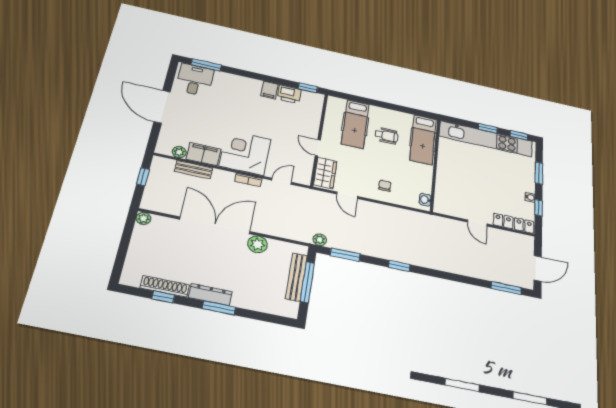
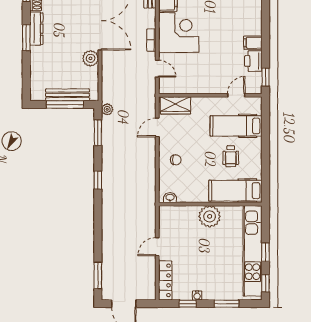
door: (318, 148) -> (236, 95), moved
plant: (448, 168) -> (210, 216), added

